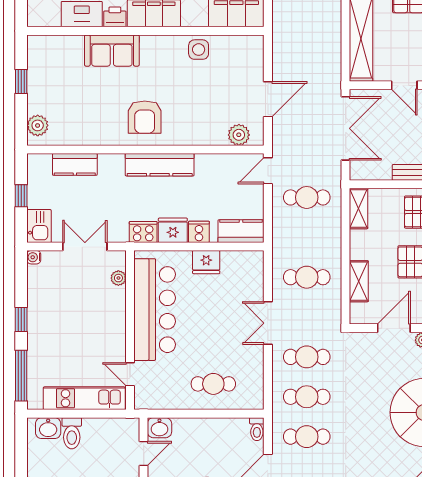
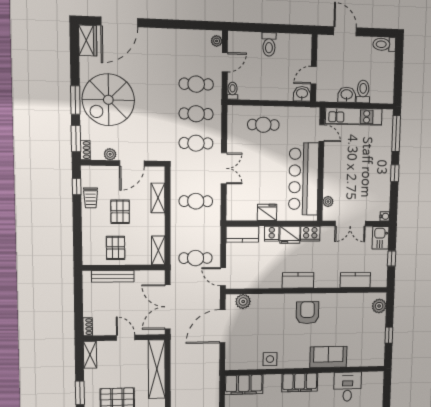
printer: (115, 17) -> (326, 379), removed
door: (268, 99) -> (223, 326), width x1.36
kitchen counter: (160, 165) -> (298, 280), width x0.67
door: (268, 171) -> (223, 277), swing flipped
washbasin: (48, 428) -> (347, 95), moved

